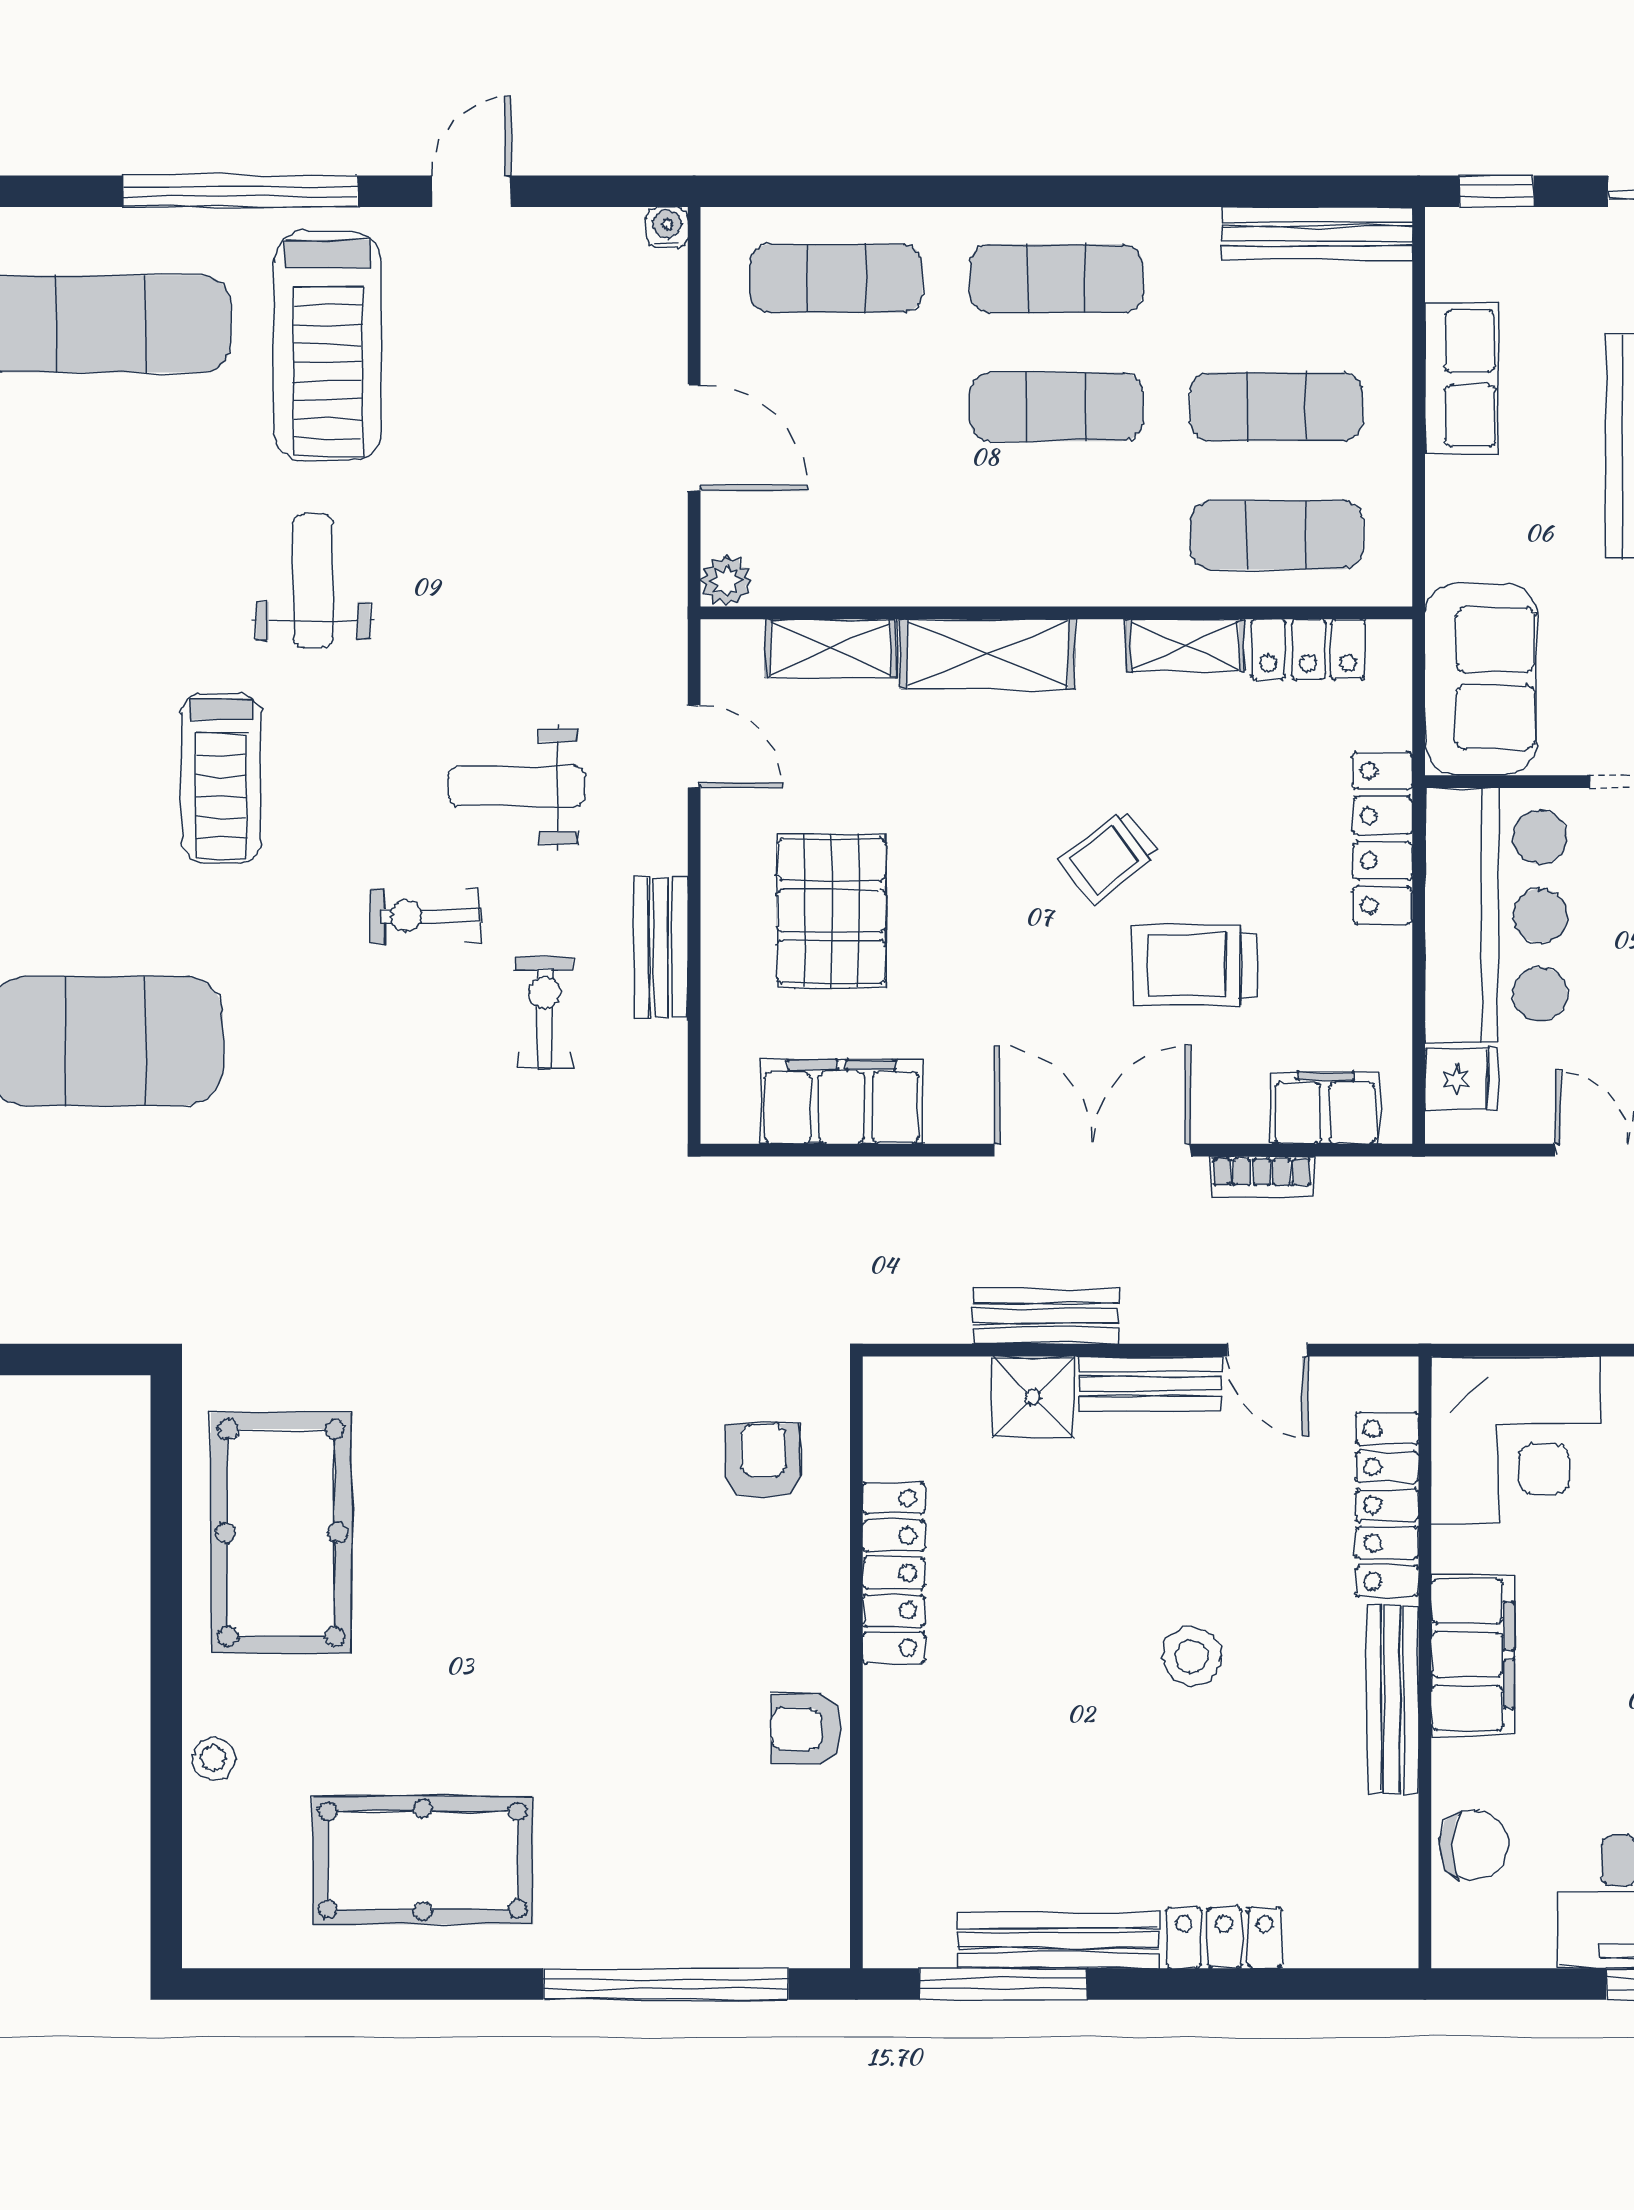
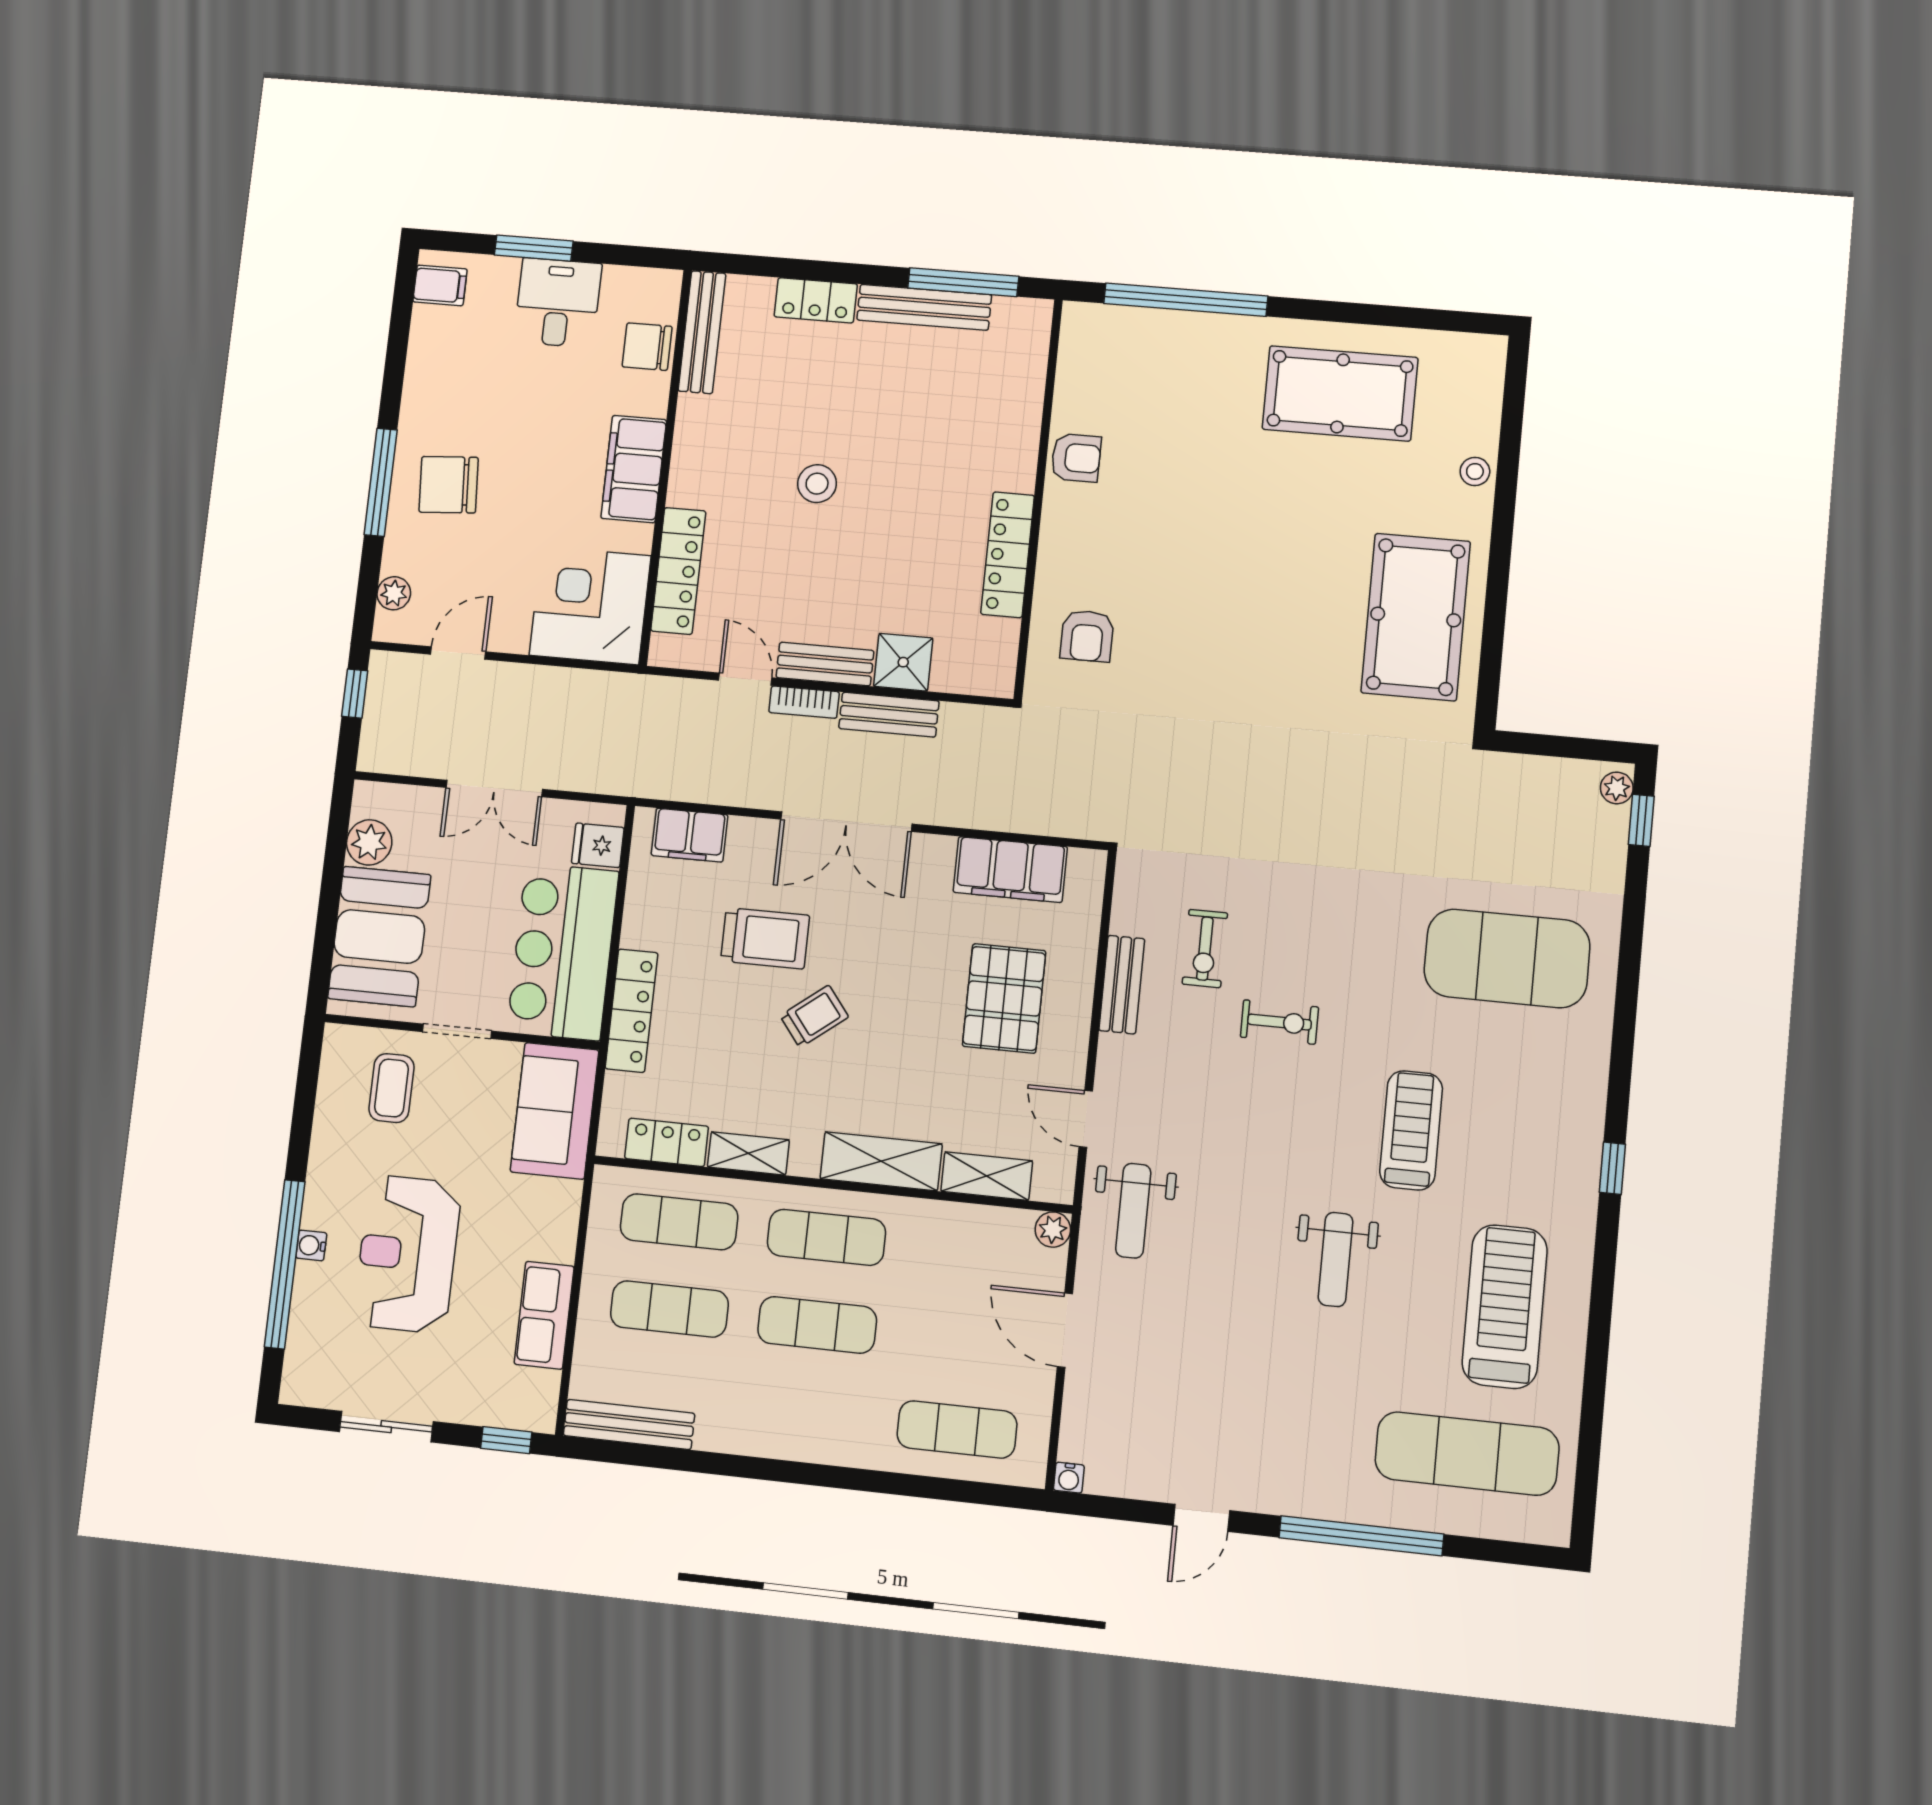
exercise mat: (1056, 278) -> (826, 1237), moved
treadmill: (327, 346) -> (1505, 1307), moved
weight bench: (517, 786) -> (1133, 1211), moved, turned 90
bookcase: (1262, 1177) -> (804, 702), moved, turned 180
bench: (1392, 1699) -> (702, 332), moved

